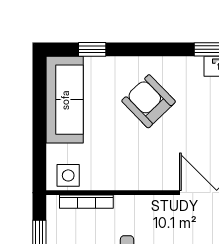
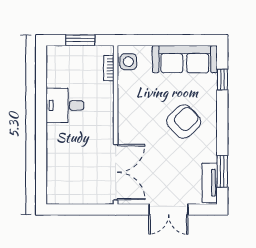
bookcase: (86, 202) -> (109, 68), width x0.64

